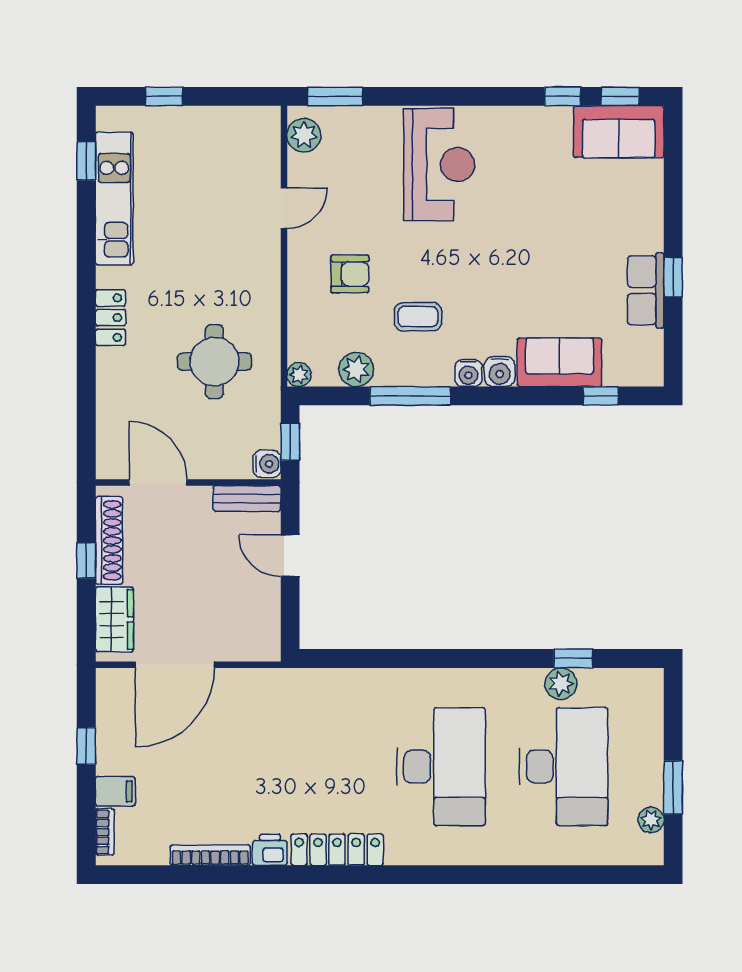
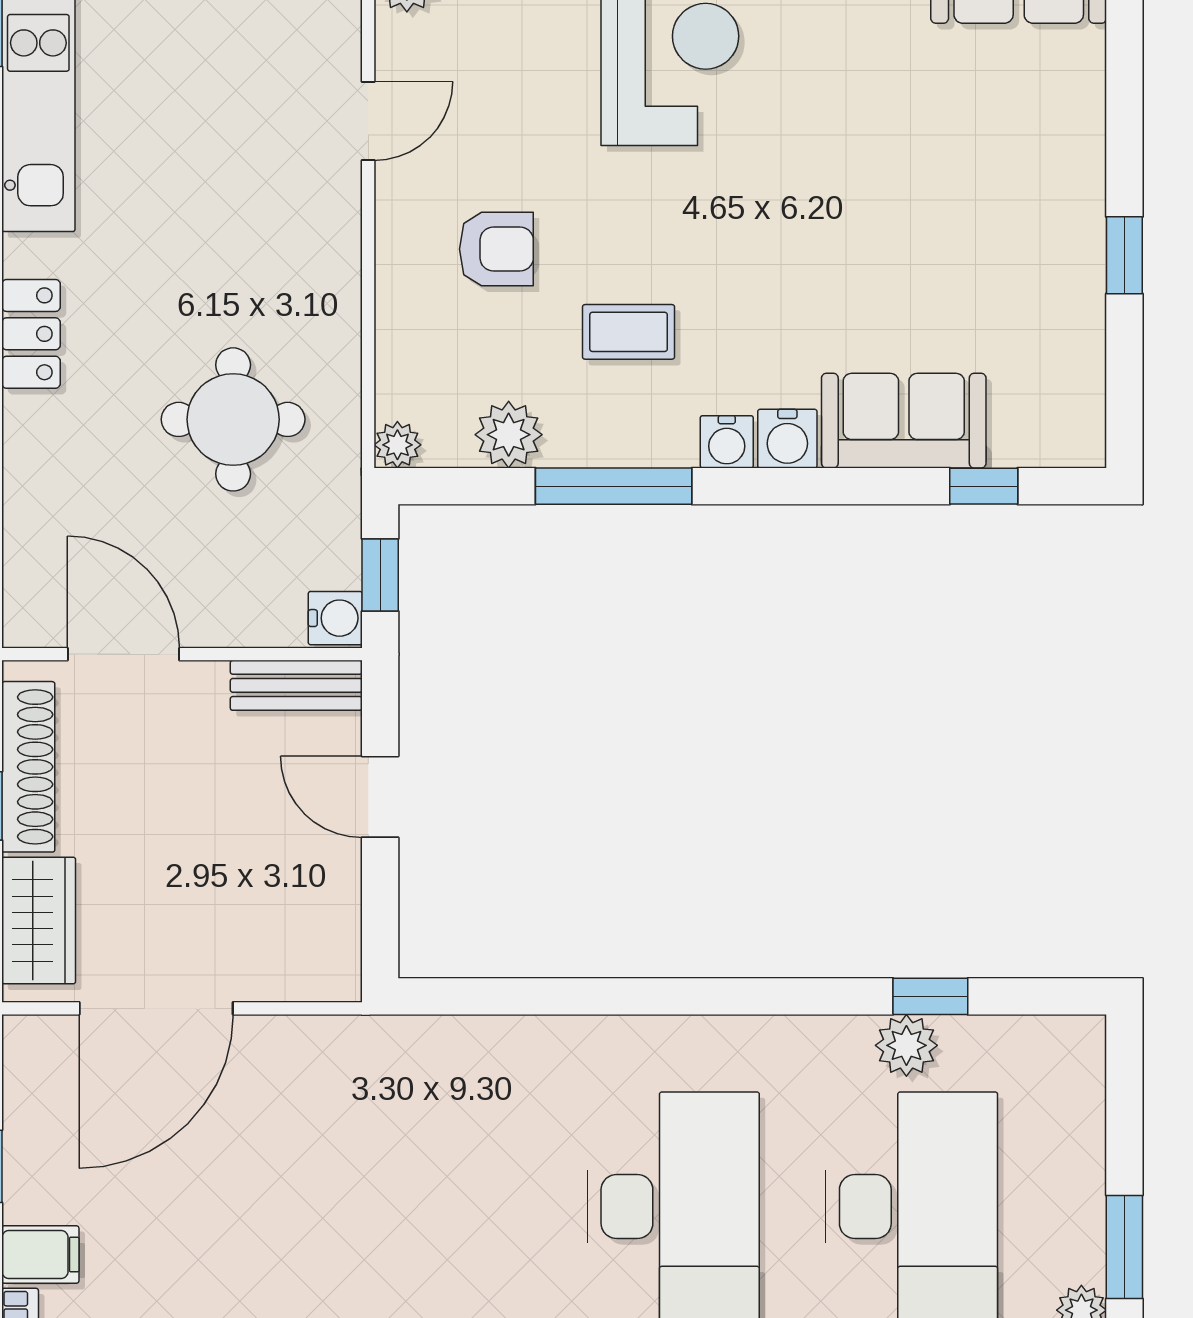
row of seats: (646, 290) -> (1071, 281), removed

